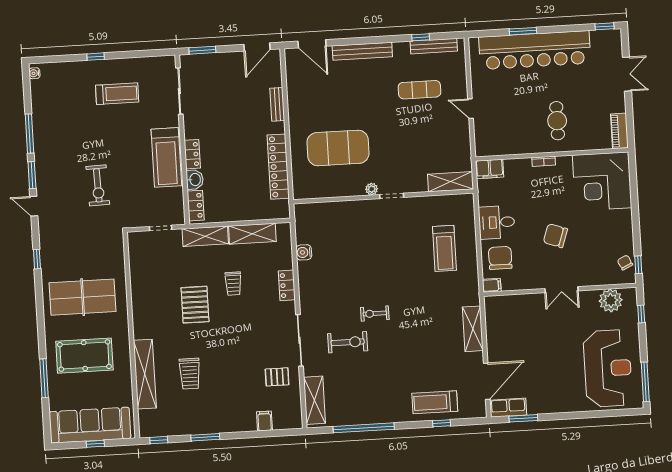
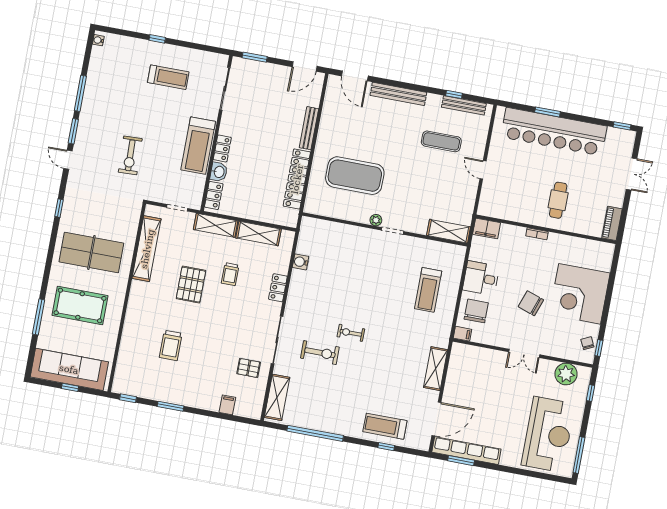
bench: (277, 104) -> (309, 128), width x1.36
corner desk: (602, 181) -> (580, 294), moved
shelving: (145, 374) -> (147, 249), moved
row of seats: (508, 408) -> (466, 451), width x2.02

